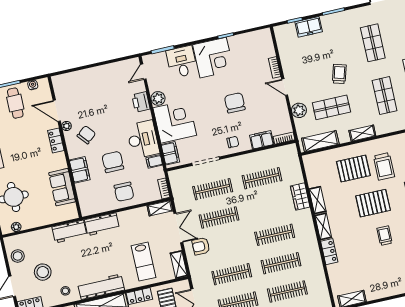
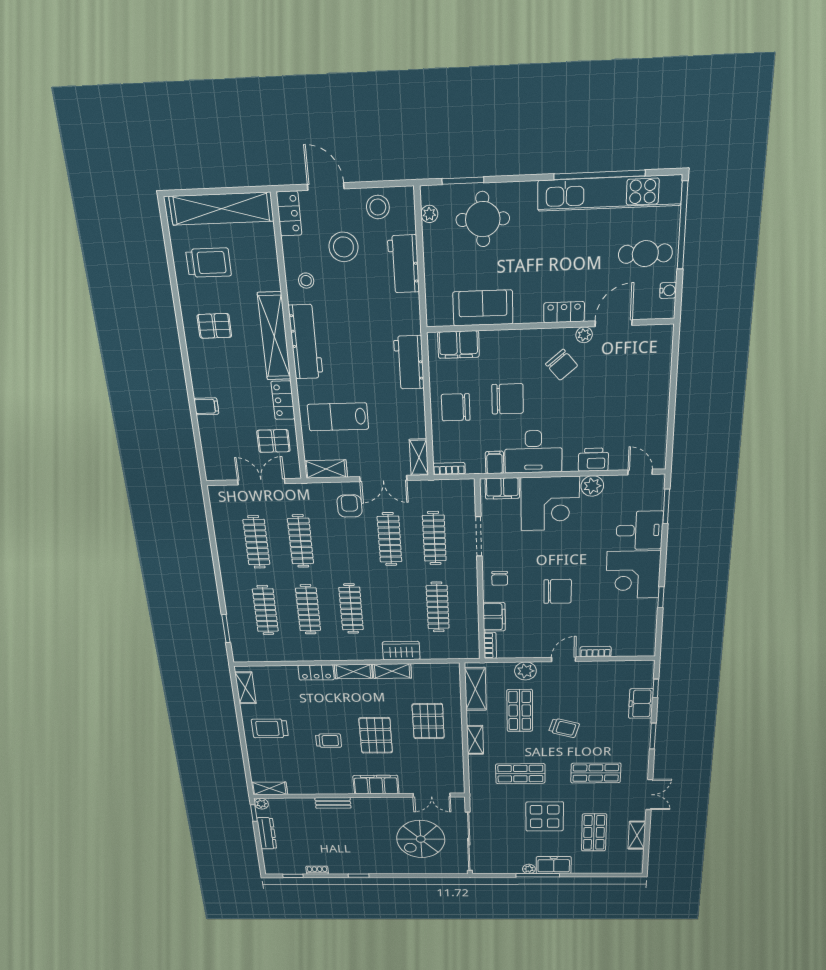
trolley: (384, 166) -> (270, 728), moved
filing cabinet: (80, 170) -> (458, 345), moved
workbench: (69, 231) -> (404, 264), moved

